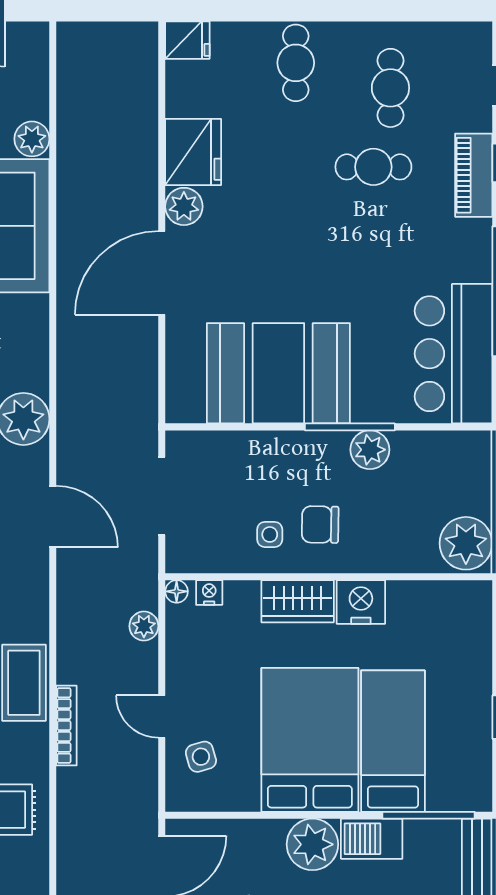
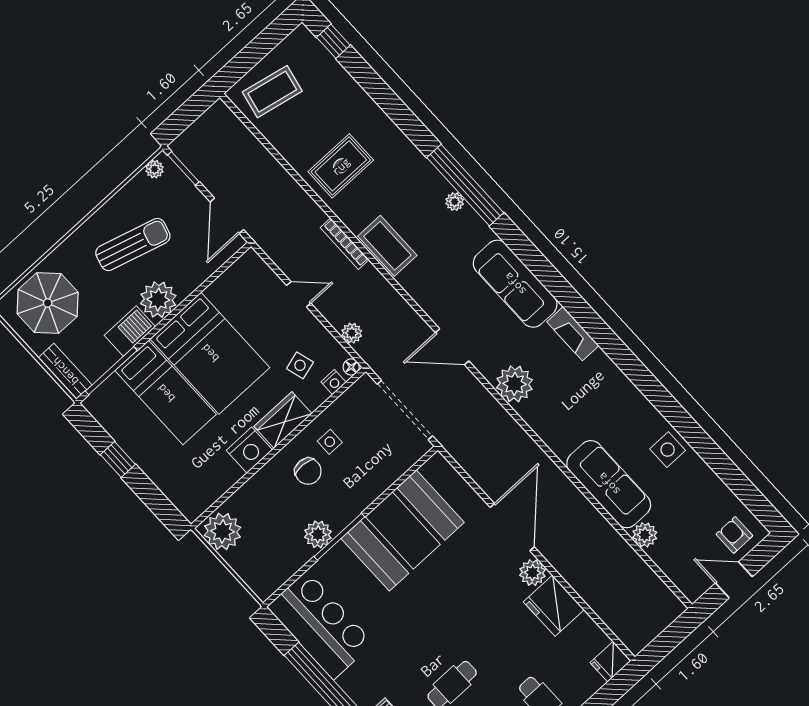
doorway: (162, 496) -> (405, 410), width x1.36
chair: (320, 525) -> (308, 471), turned 91
side table: (201, 757) -> (300, 365), moved

